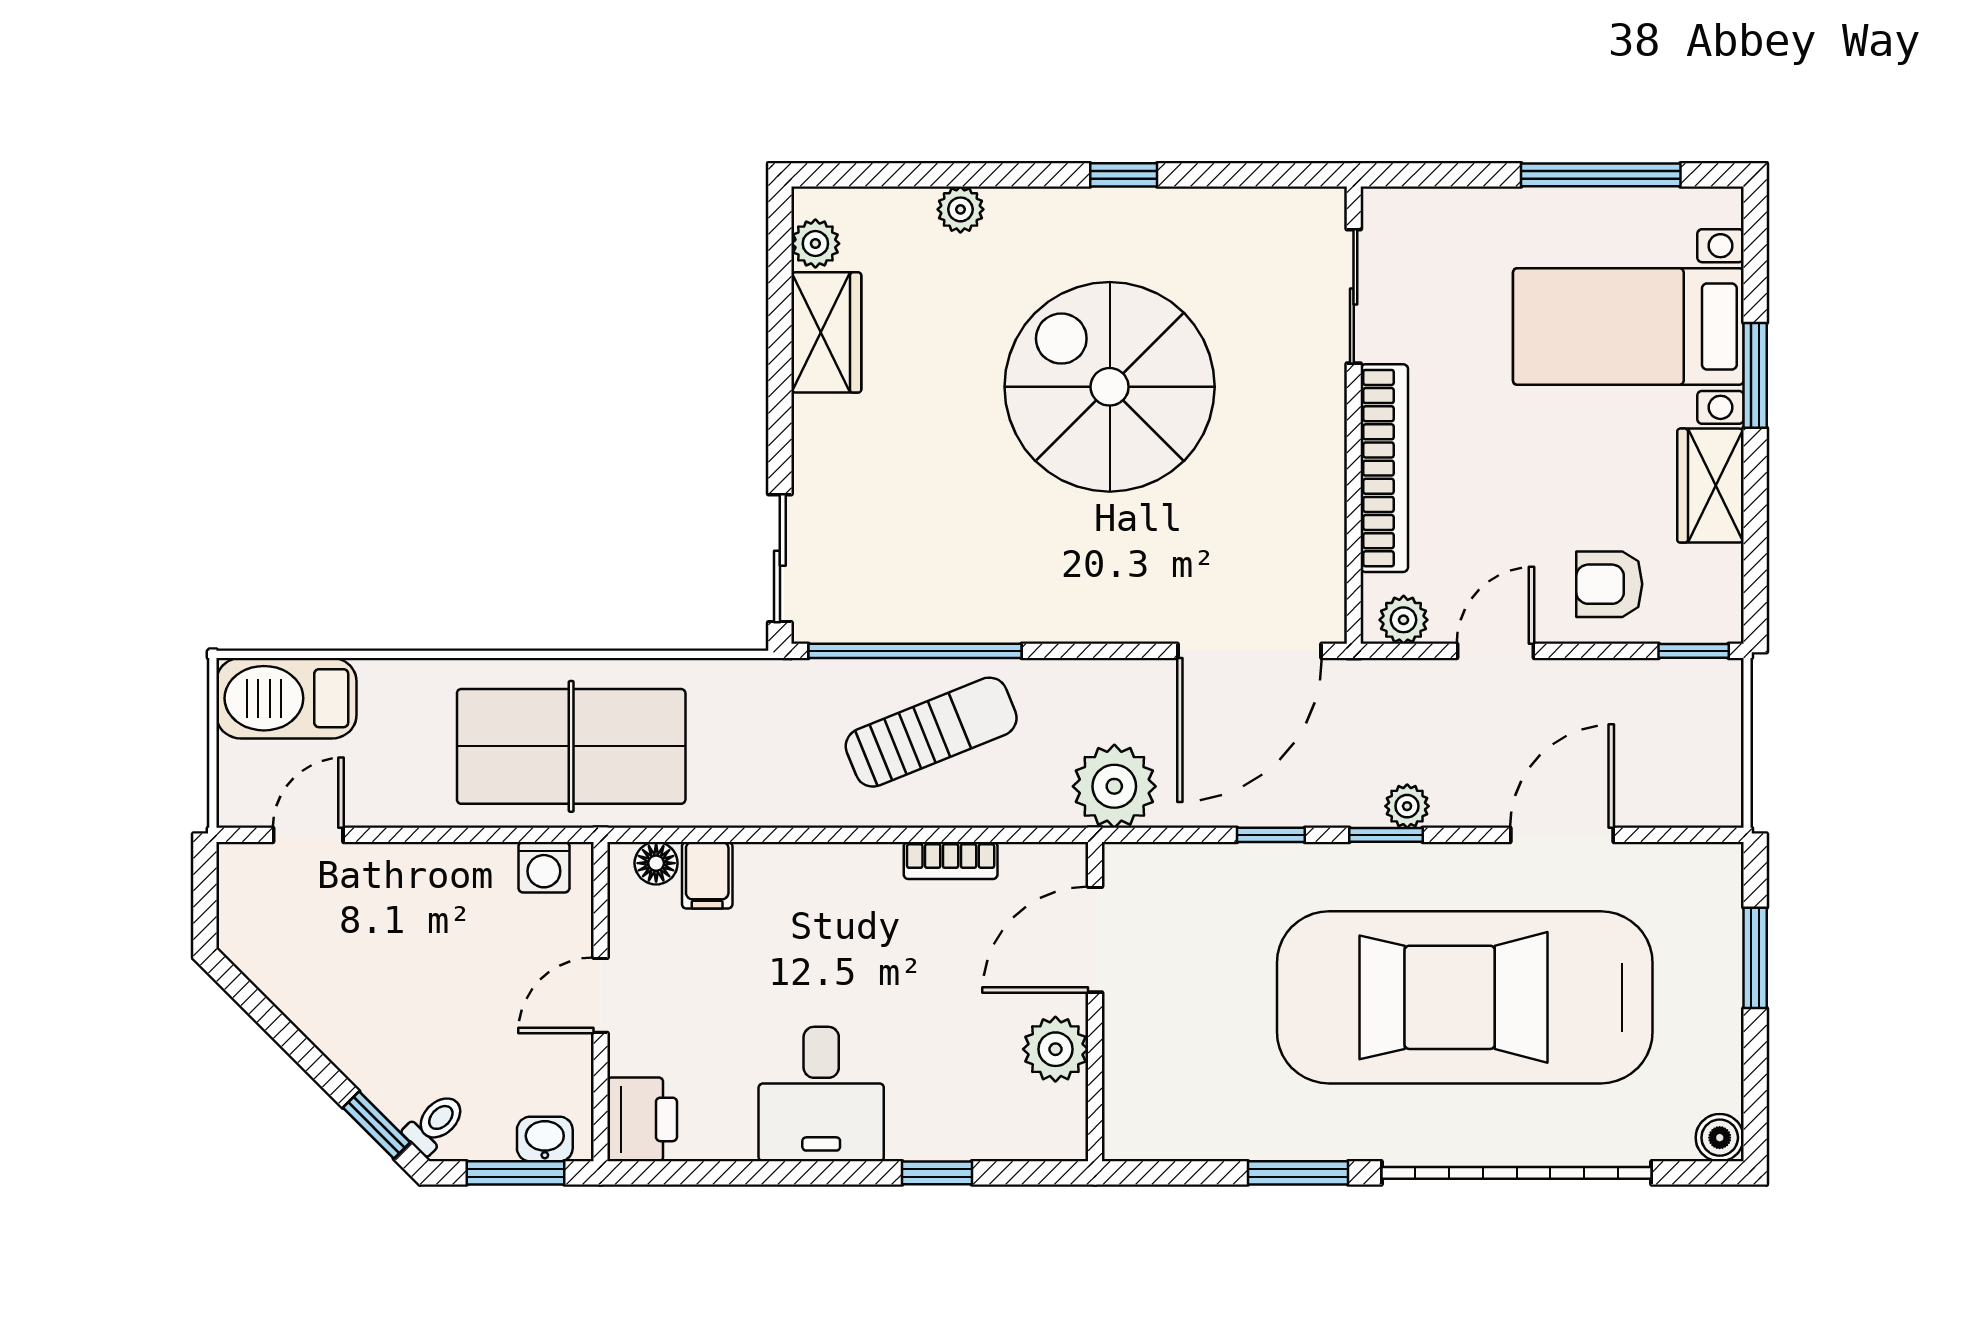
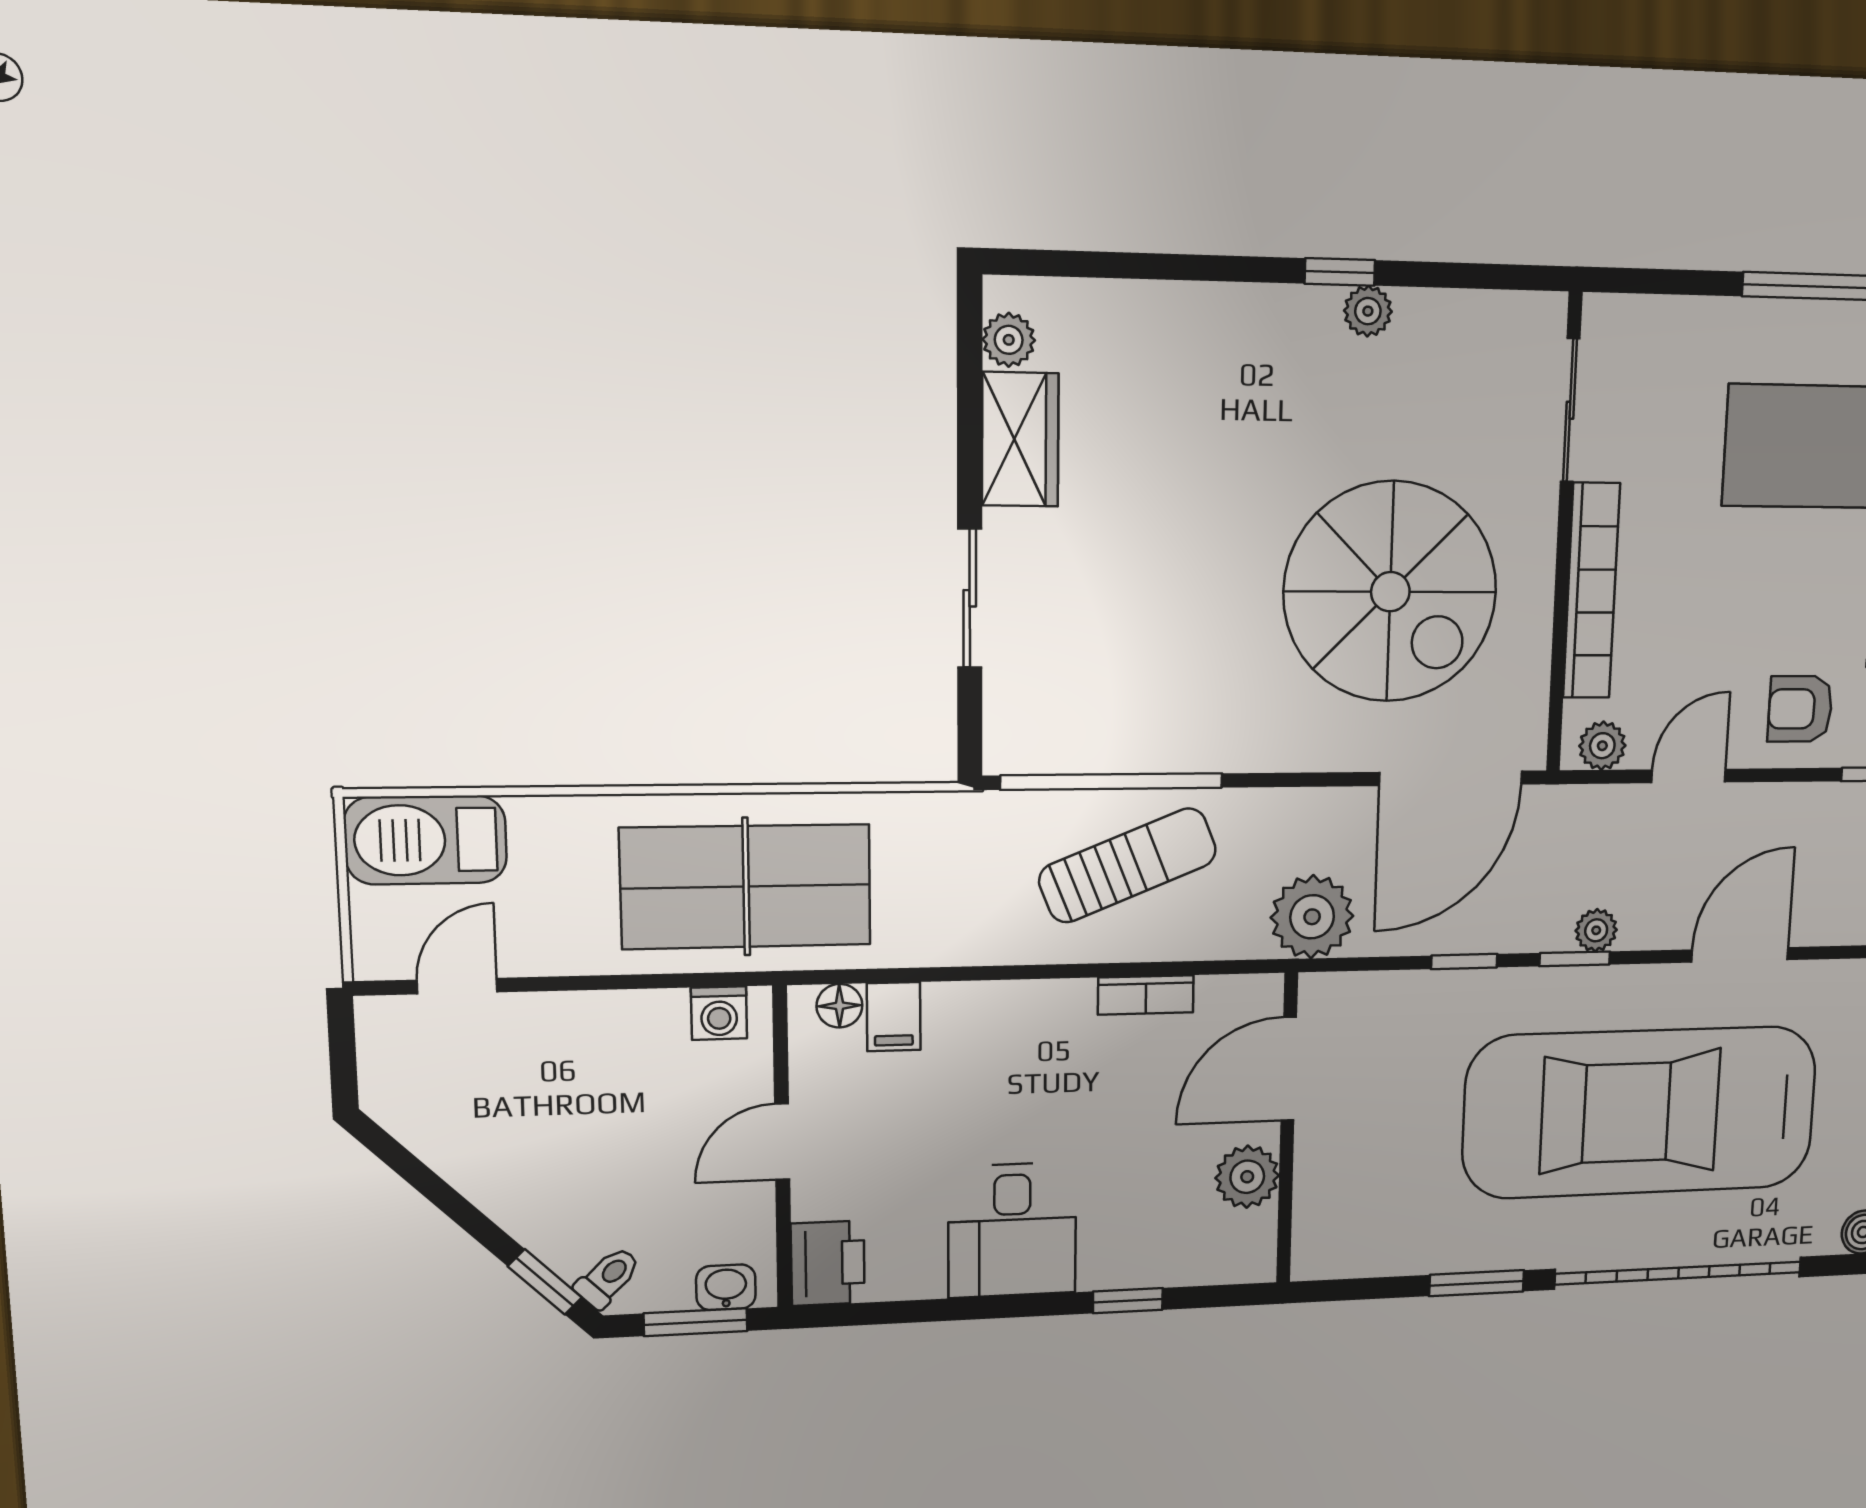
plant: (960, 209) -> (1368, 311), moved
spiral stairs: (1110, 387) -> (1390, 592), moved, turned 180
sliding door: (780, 558) -> (970, 598), moved

